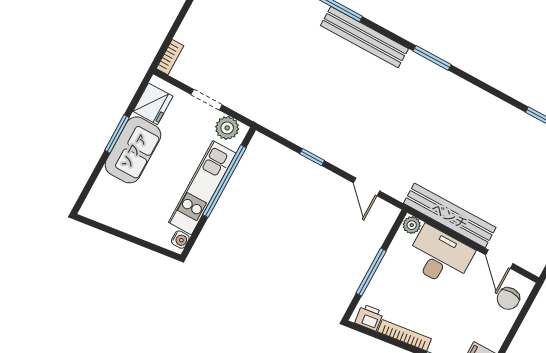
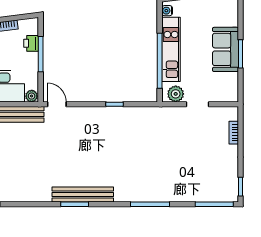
bench: (364, 37) -> (83, 194), moved
bookcase: (170, 57) -> (234, 133), moved
fridge: (153, 104) -> (229, 84), removed
door: (366, 187) -> (57, 104), moved
printer: (369, 317) -> (31, 43), moved, turned 97

